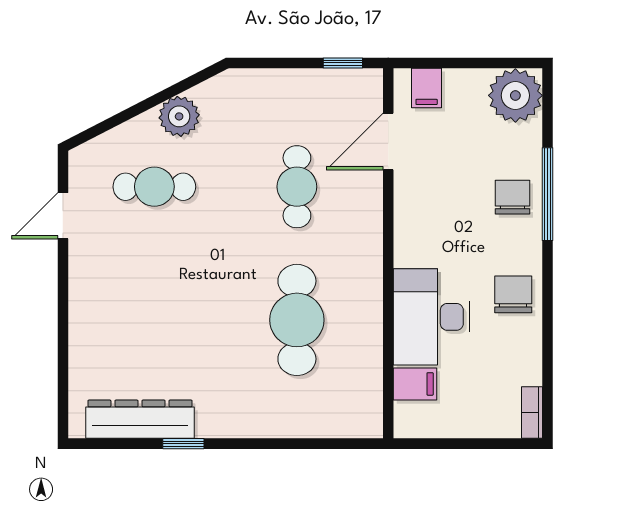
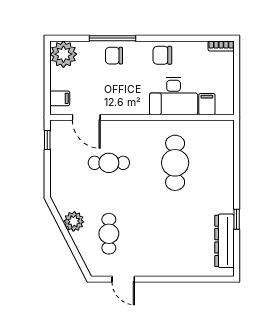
cafe table: (297, 320) -> (175, 163), turned 90

